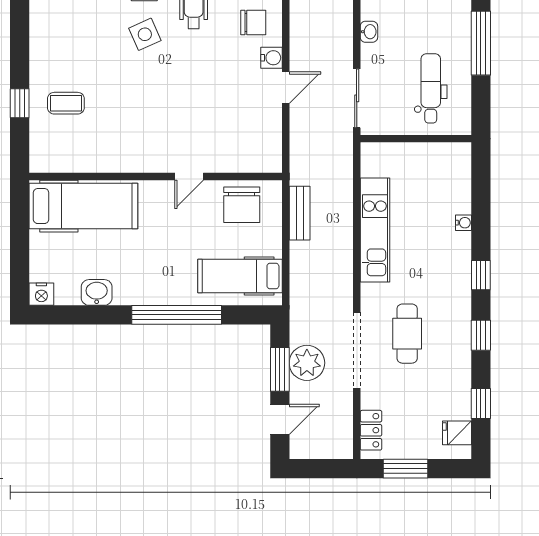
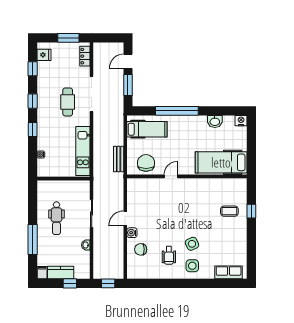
wall: (416, 139) -> (64, 179), moved
plant: (307, 363) -> (115, 88), removed

